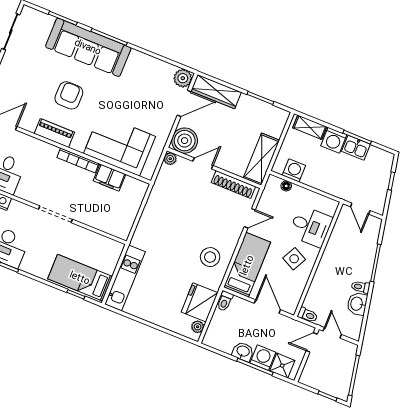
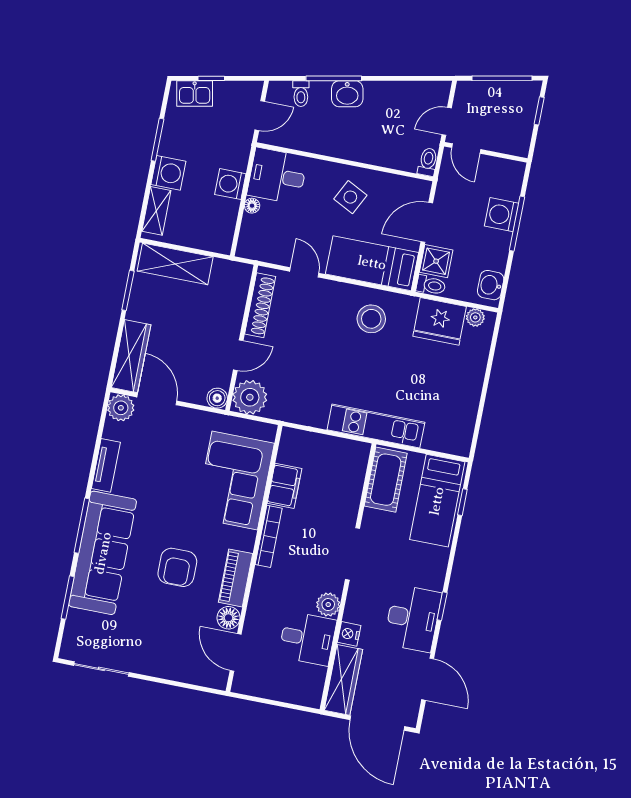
tv unit: (146, 61) -> (106, 465), added
armchair: (69, 95) -> (177, 567), turned -90
floor lamp: (29, 123) -> (228, 618), added
boiler: (185, 141) -> (217, 398), width x0.54, depth x0.54
kitchen sink: (356, 148) -> (195, 94), moved, turned 79
plant: (170, 159) -> (250, 397), width x1.88, depth x1.88
shelving: (261, 159) -> (175, 264), moved
door: (203, 163) -> (238, 355), swing flipped
washing machine: (294, 170) -> (230, 184), moved
floor lamp: (286, 186) -> (252, 206), moved
plant: (25, 191) -> (328, 605), added
desk: (311, 226) -> (277, 176), moved, turned -90
cot: (101, 246) -> (386, 480), added
kitchen unit: (125, 278) -> (376, 426), moved
toilet: (360, 287) -> (301, 94), moved
washbasin: (357, 304) -> (347, 94), moved
washbasin: (243, 352) -> (491, 285), moved
shower: (282, 366) -> (436, 261), moved

